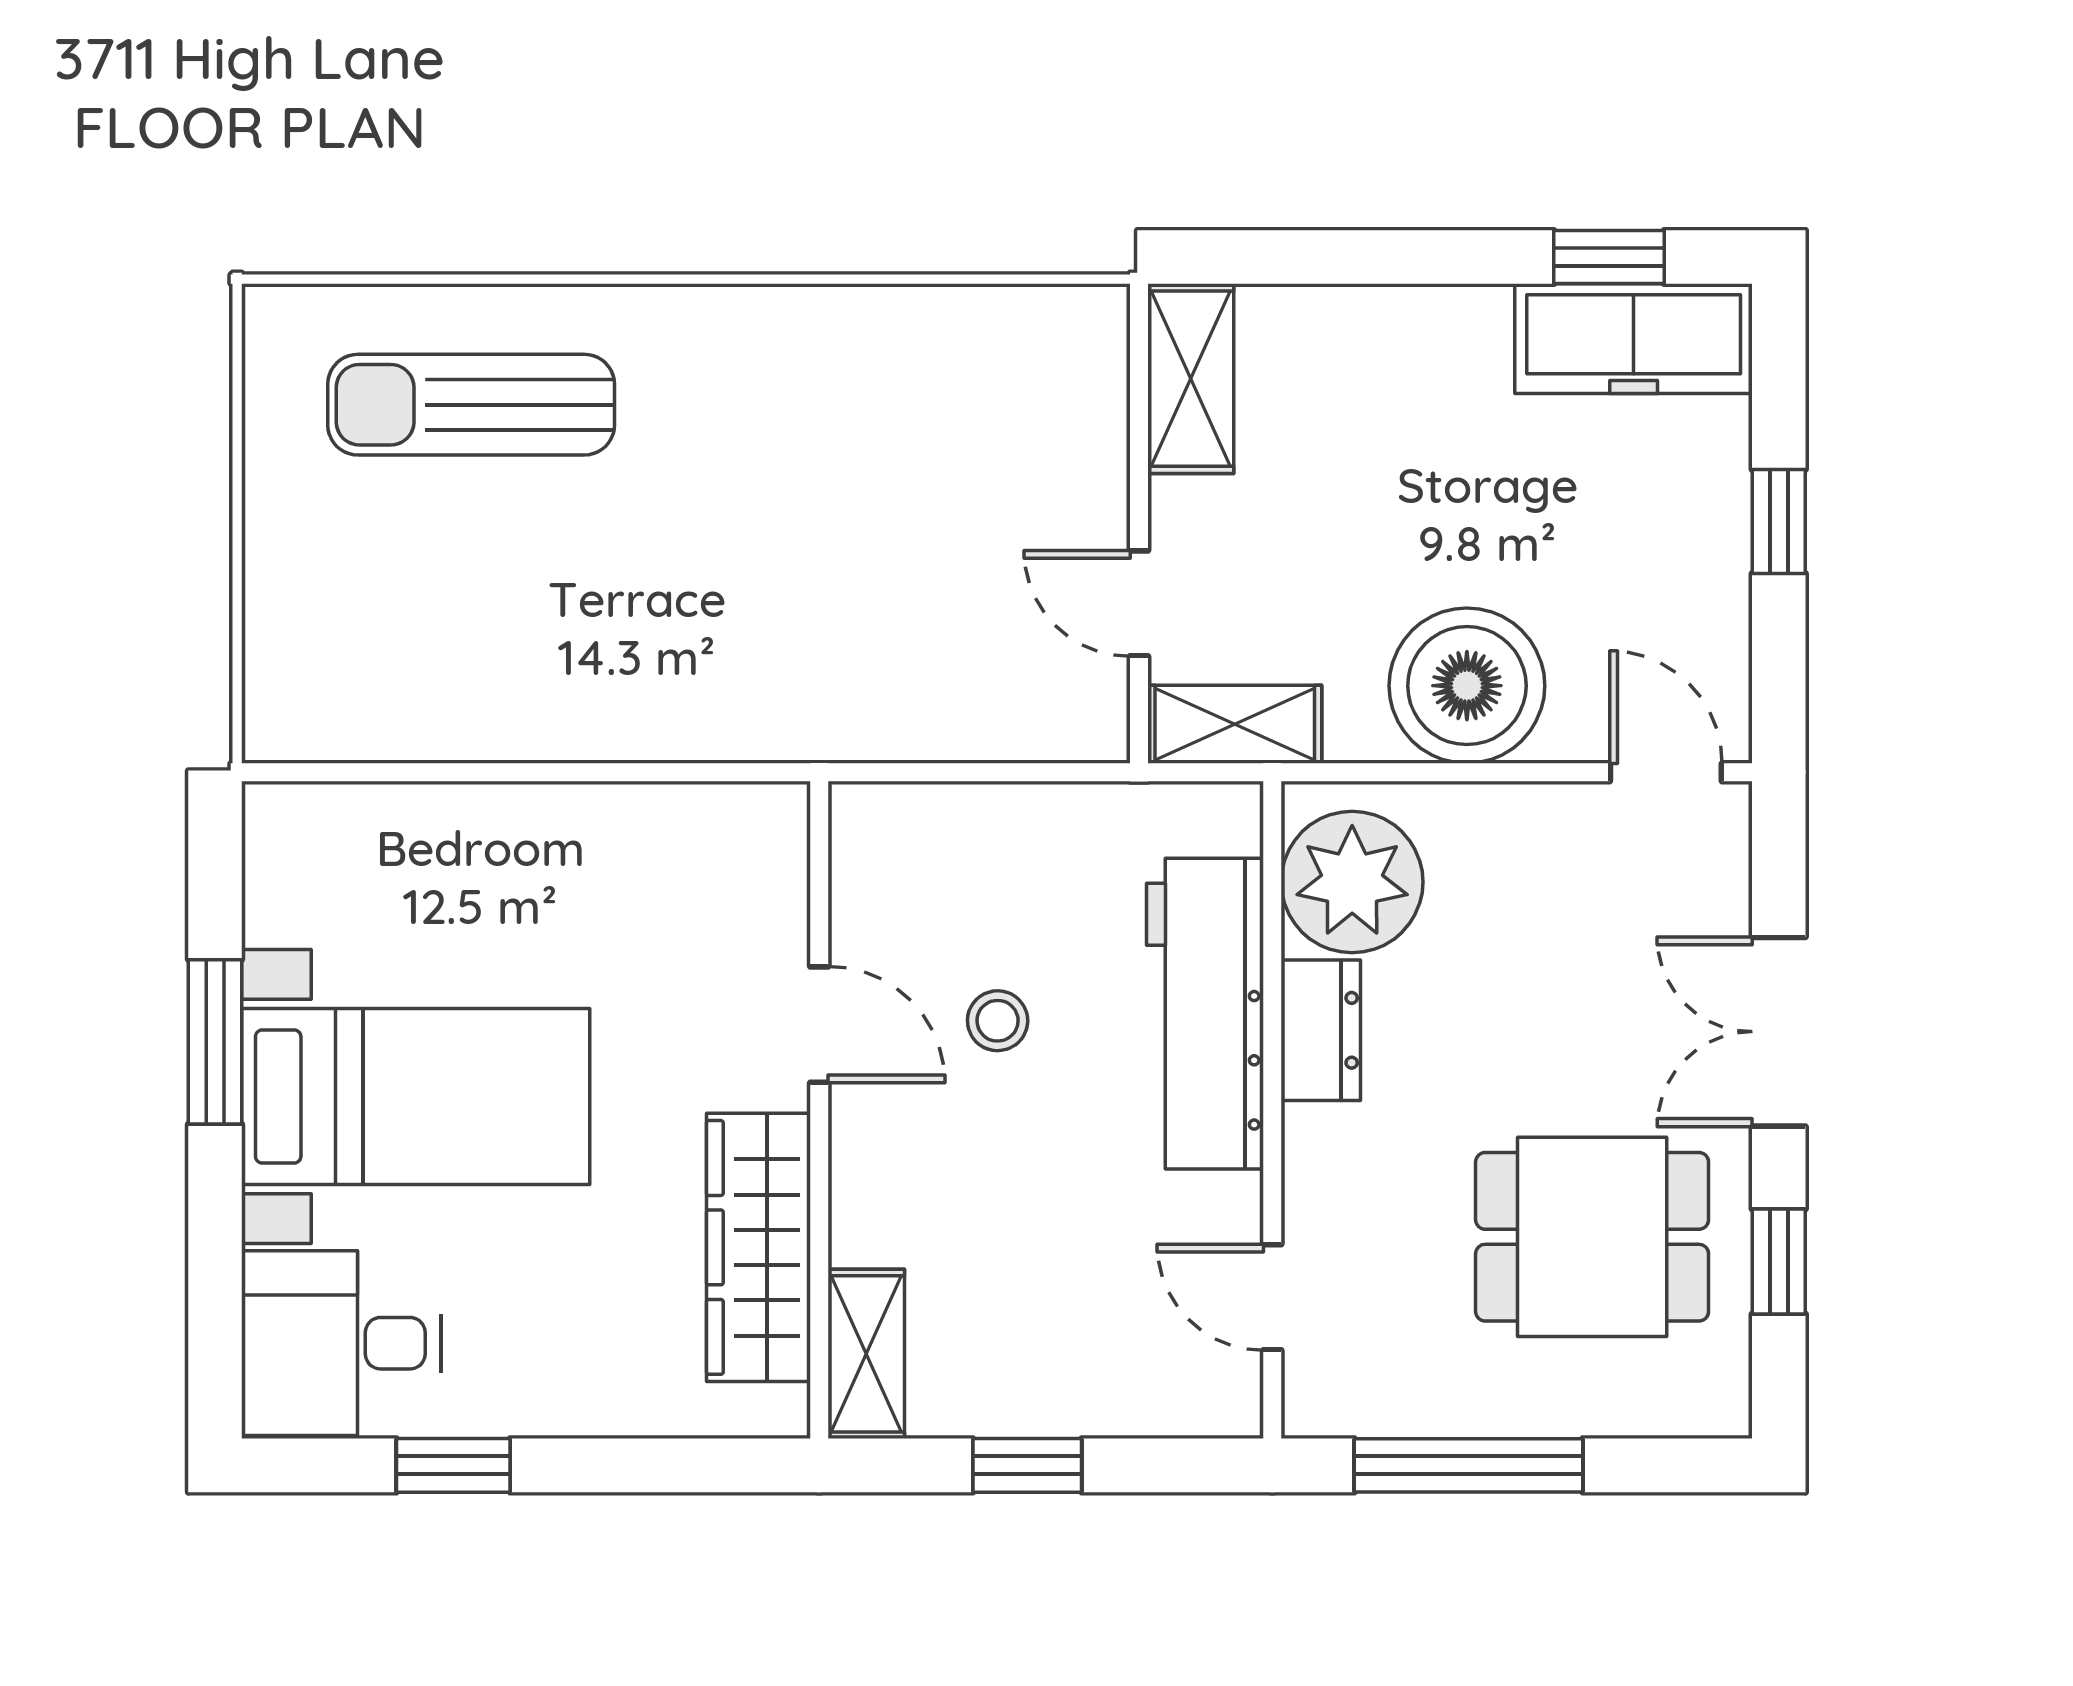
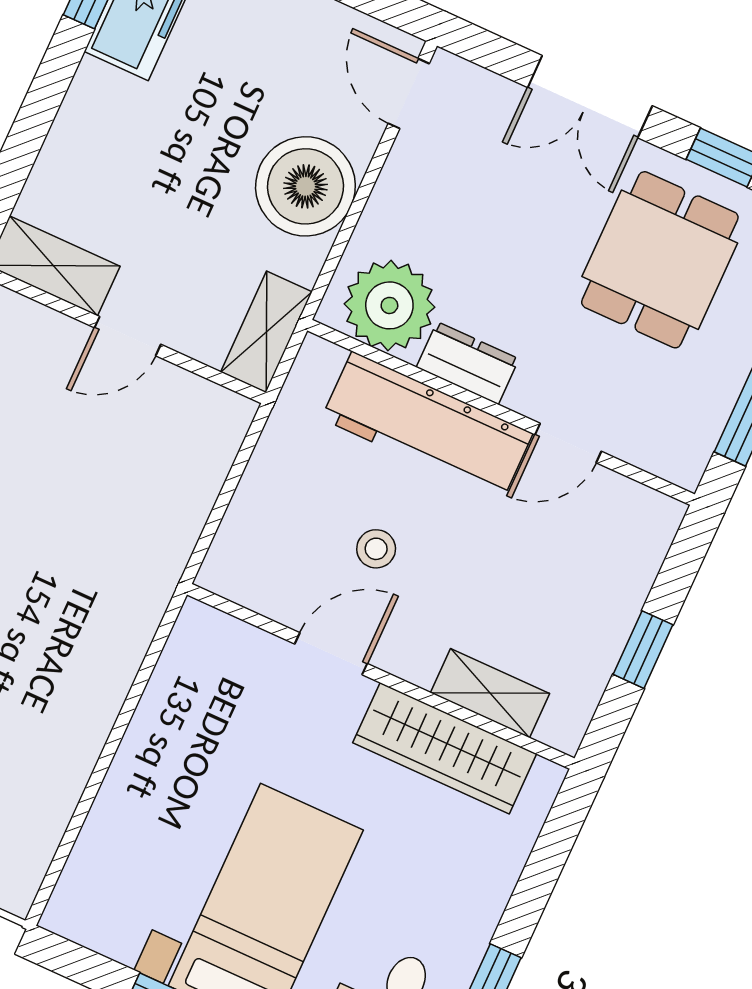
door: (1139, 603) -> (128, 336), moved
door: (1666, 772) -> (409, 94), hinge flipped
door: (1272, 1297) -> (568, 443), moved
shelving: (866, 1354) -> (490, 693), moved

